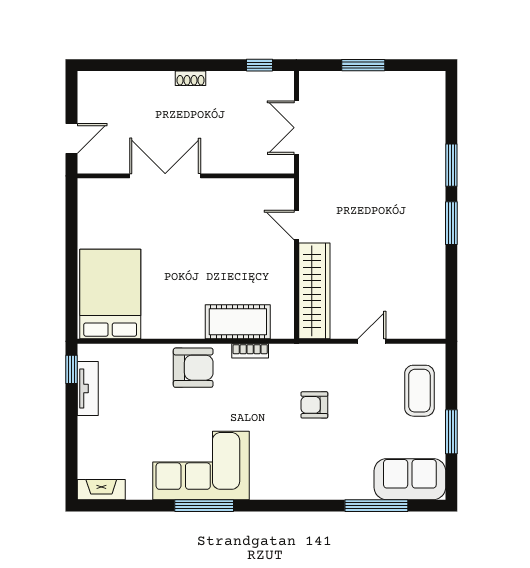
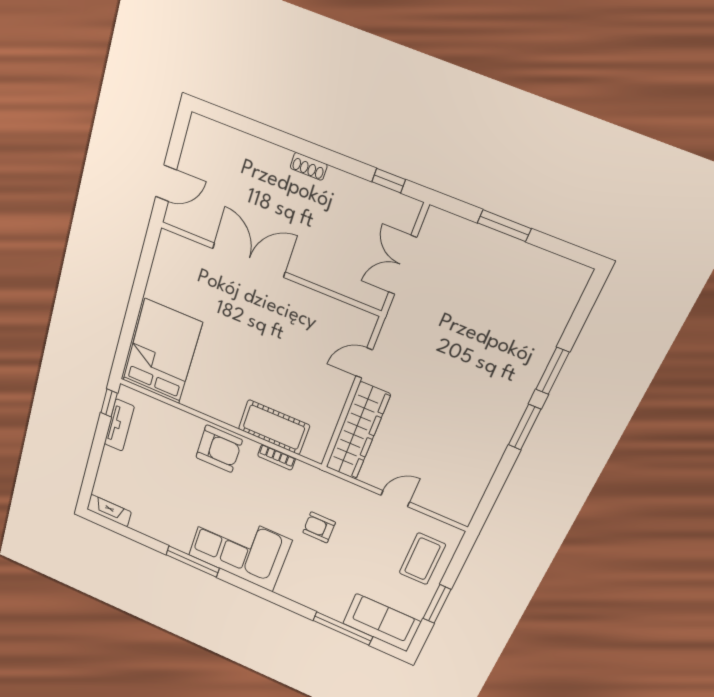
door: (296, 225) -> (364, 363), hinge flipped
corner sofa: (201, 465) -> (240, 548), moved

